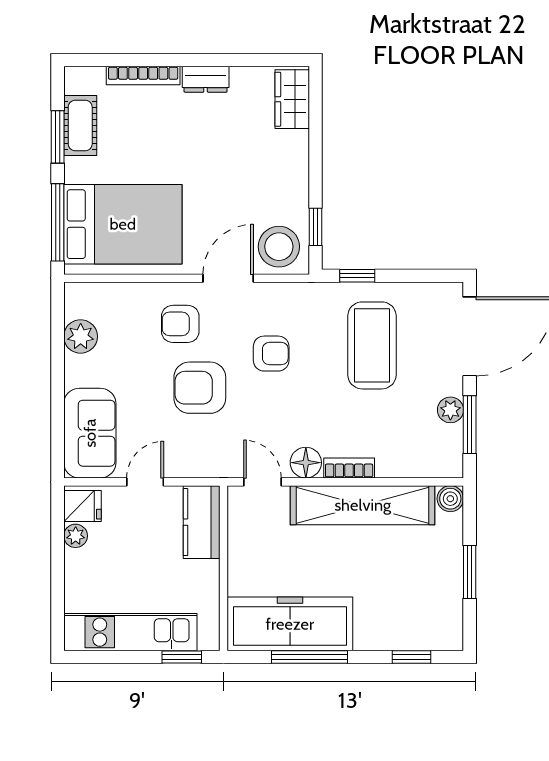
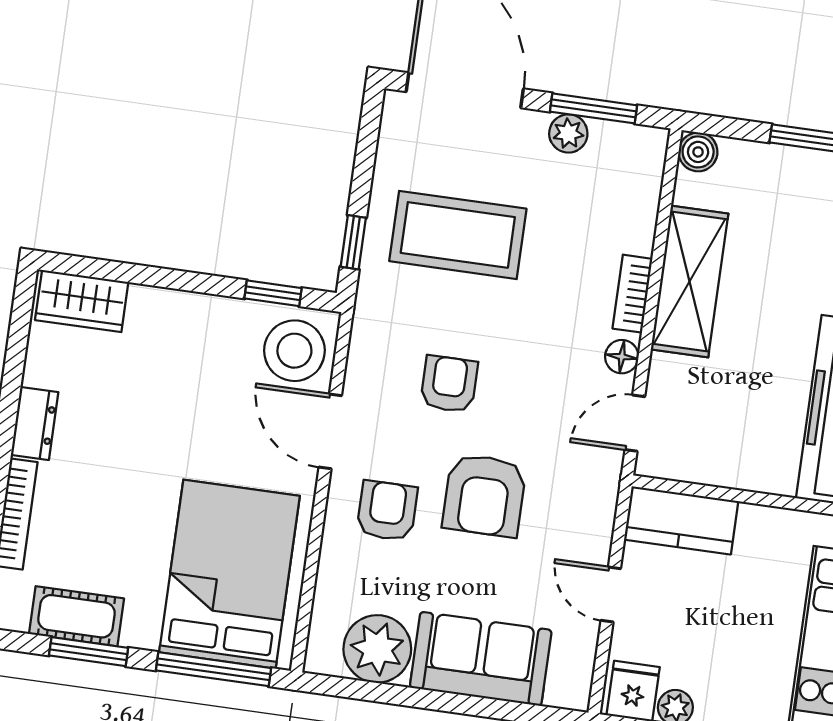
armchair: (180, 324) -> (387, 511), turned 180
plant: (81, 336) -> (377, 649), width x1.36, depth x1.36
sofa: (90, 433) -> (481, 659), moved
floor lamp: (306, 463) -> (622, 357), width x0.73, depth x0.73
shelving: (363, 505) -> (690, 282), width x0.68

